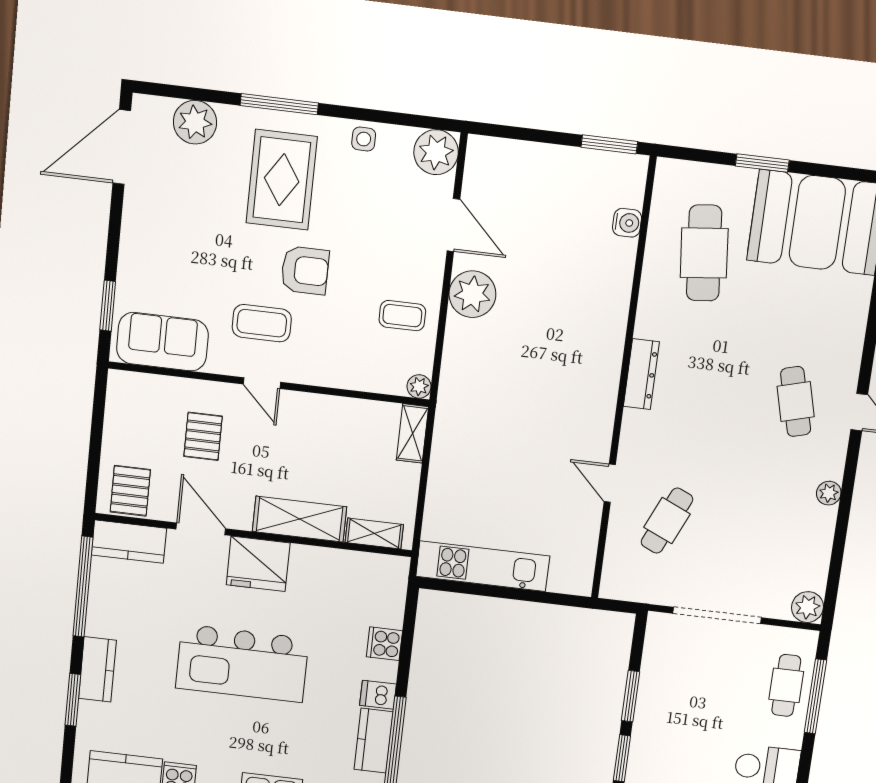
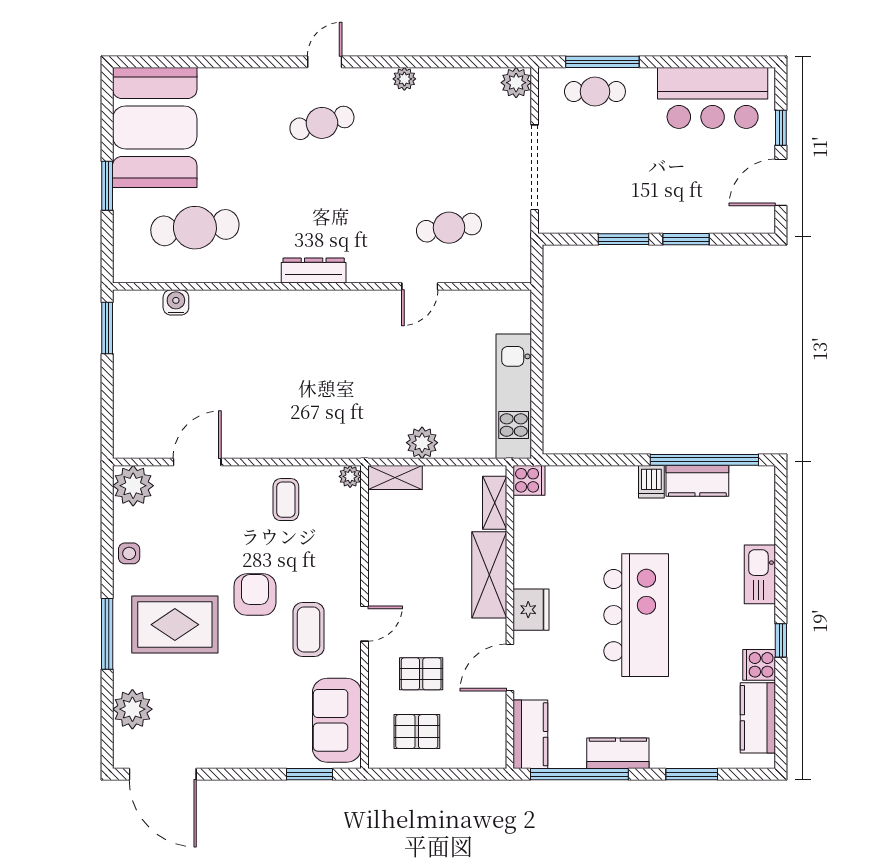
plant: (472, 294) -> (422, 443), moved, width x0.73, depth x0.73
pallet: (130, 491) -> (417, 732), moved
cafe table: (667, 521) -> (449, 228), turned -33
fridge: (258, 564) -> (531, 610), width x0.73, depth x0.75
cooker: (384, 644) -> (529, 480), moved, turned -90
kitchen counter: (97, 669) -> (618, 753), moved

